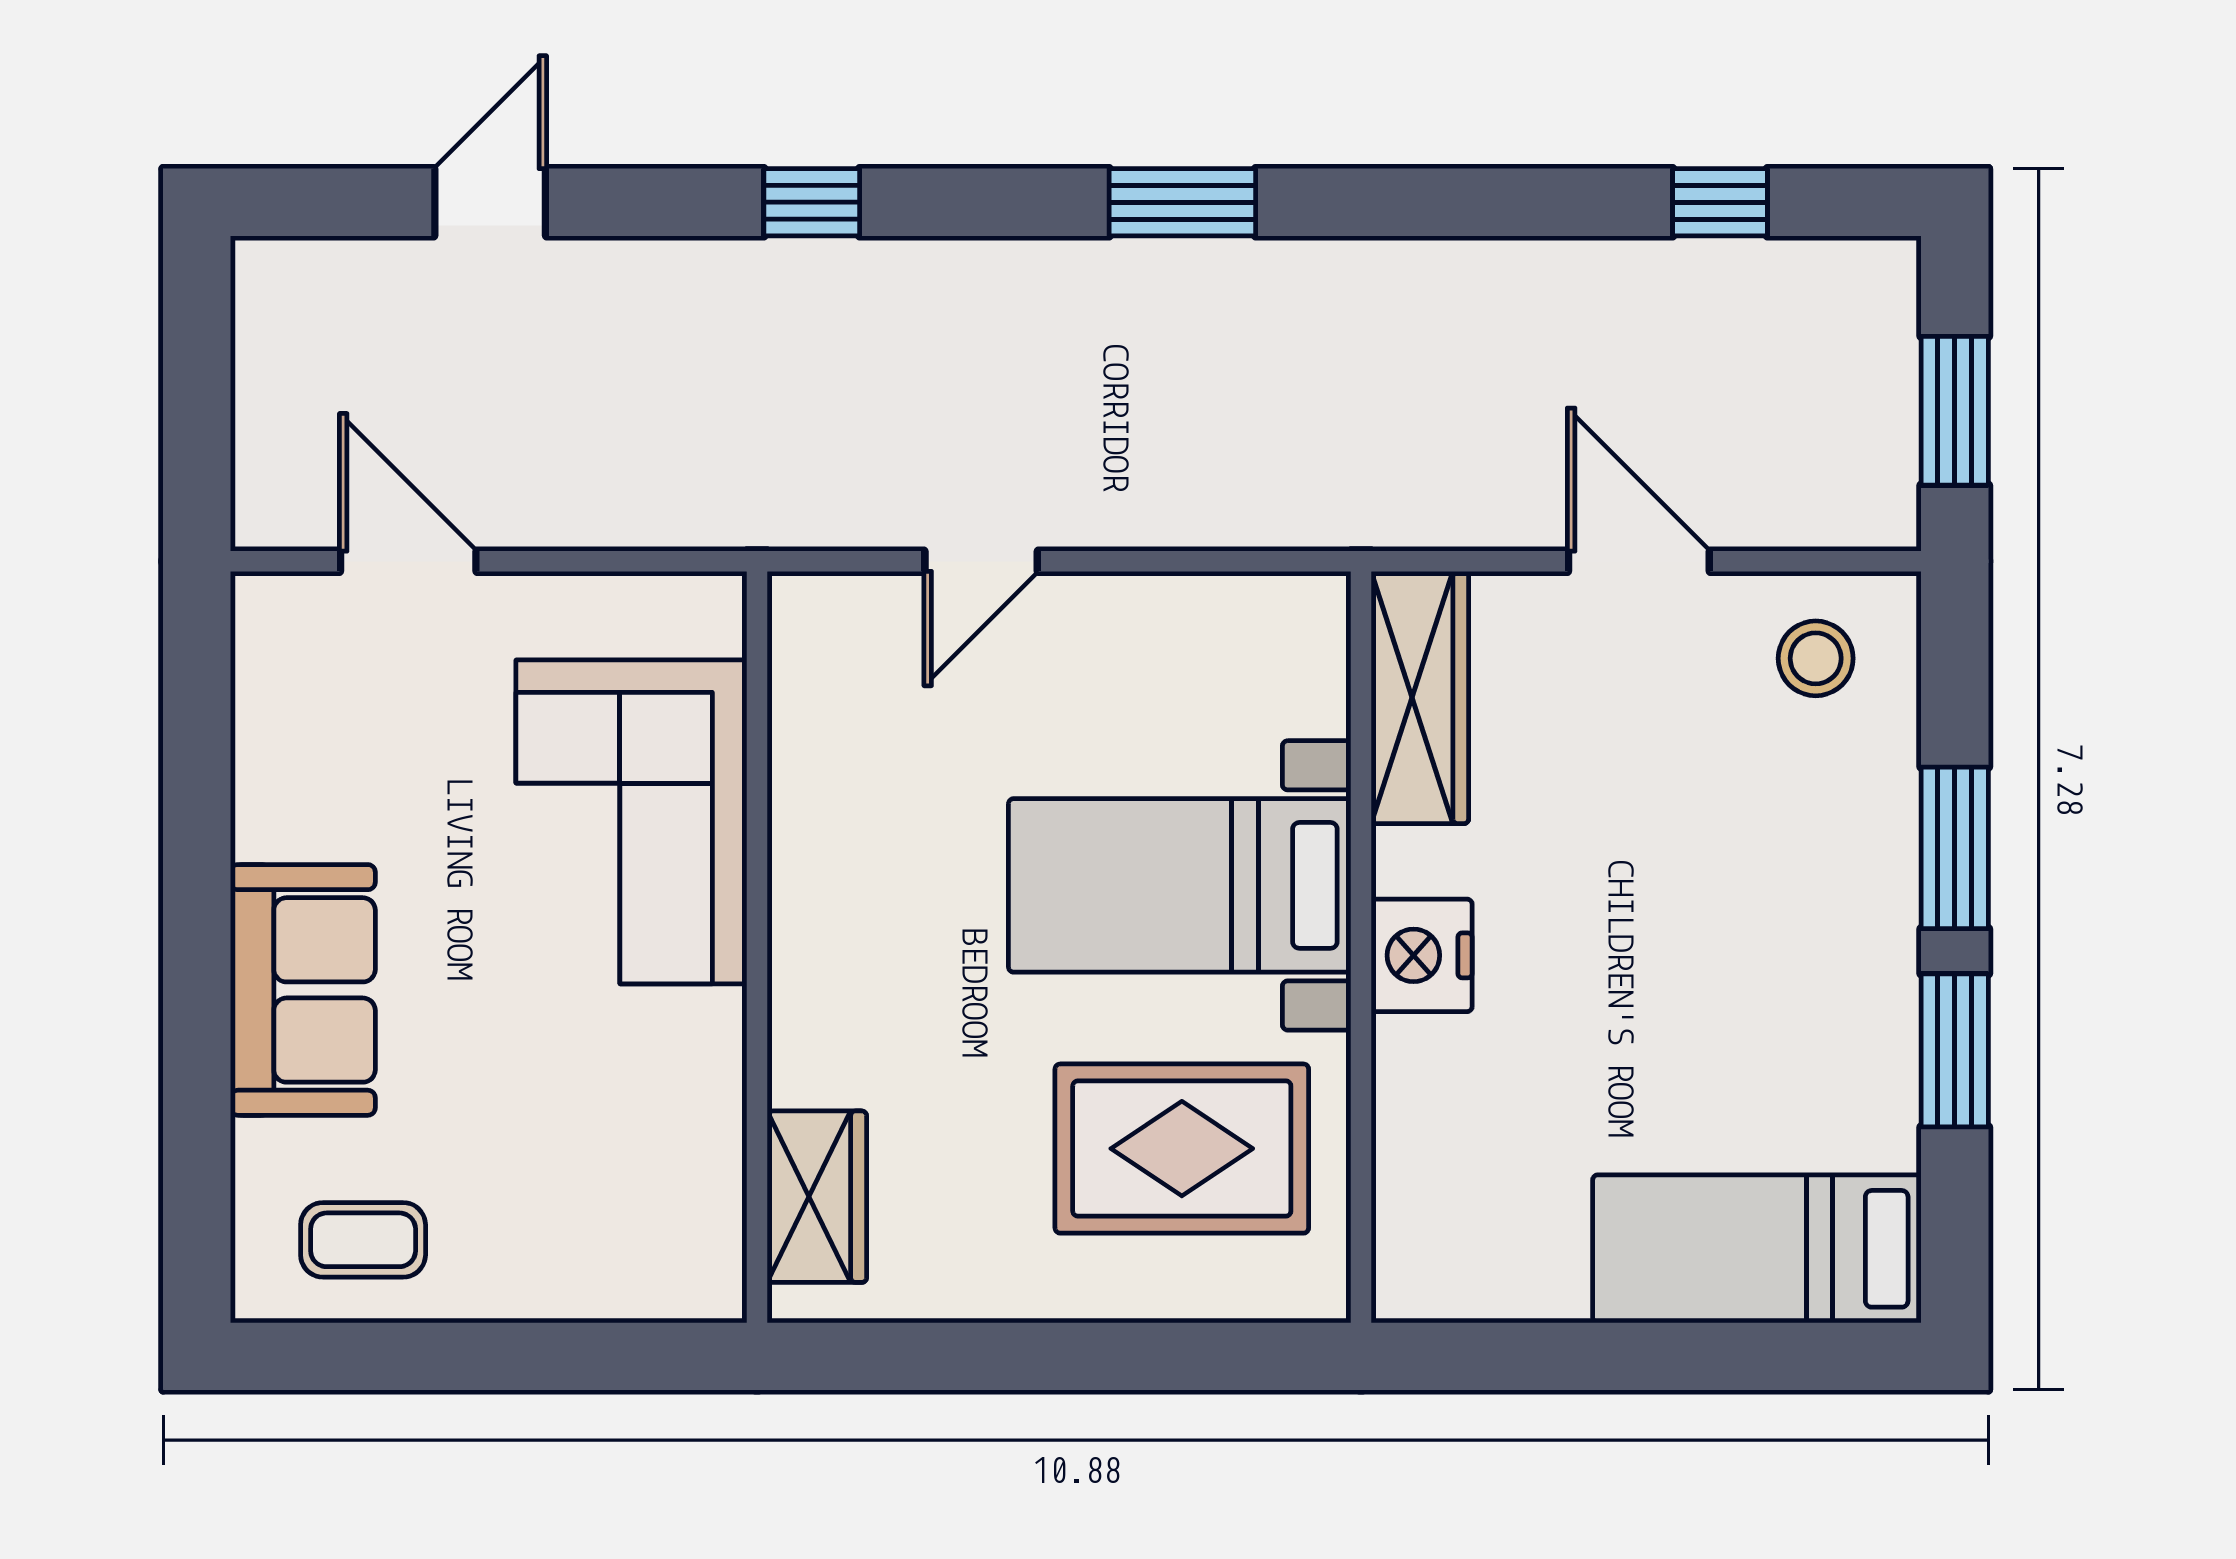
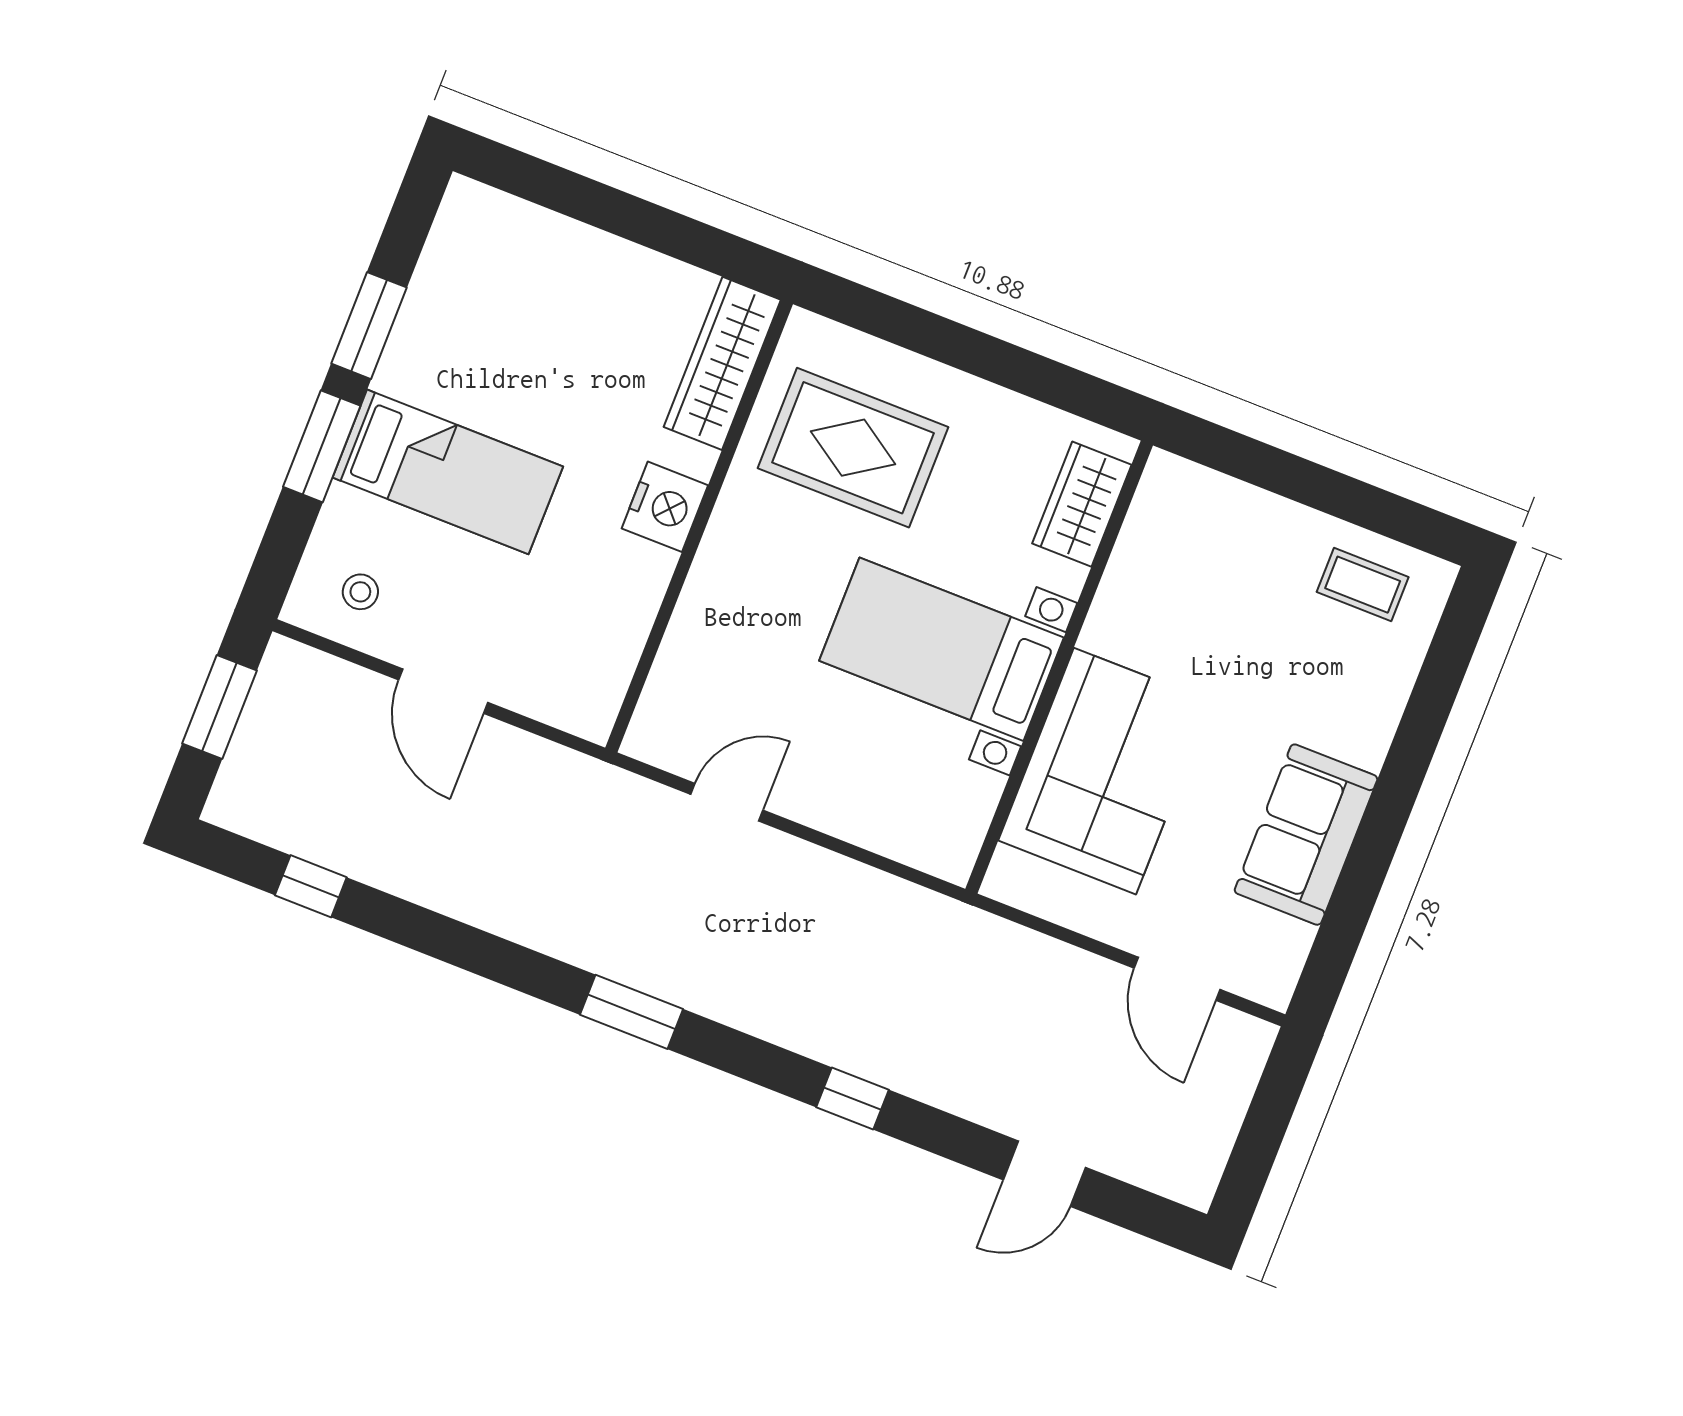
door: (981, 561) -> (727, 802), moved
stool: (1816, 658) -> (360, 592), width x0.73, depth x0.73
wardrobe: (1420, 697) -> (722, 363), moved
bed with nightstands: (1180, 885) -> (941, 649), moved, turned 180
sofa: (303, 990) -> (1306, 835), moved
bed: (1757, 1249) -> (448, 472), moved

